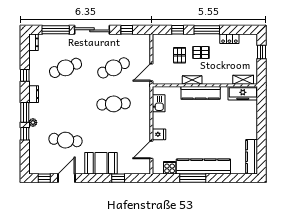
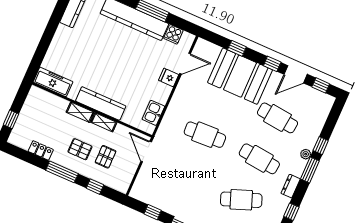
cafe table: (114, 68) -> (259, 159), moved, turned 30
door: (151, 72) -> (146, 151), swing flipped
shelving: (243, 80) -> (80, 112), moved
booth: (101, 163) -> (240, 76), width x1.36, depth x1.42
window: (87, 178) -> (272, 64), added

